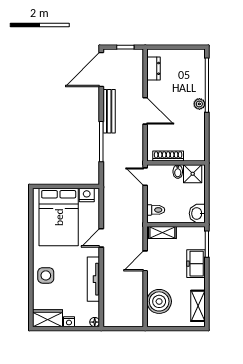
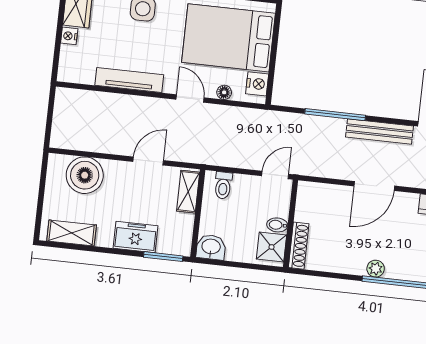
shoe rack: (168, 156) -> (299, 246), moved
door: (145, 261) -> (148, 161), hinge flipped
floor lamp: (95, 322) -> (224, 92), moved

